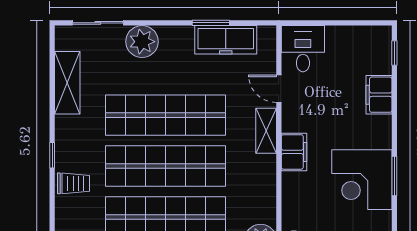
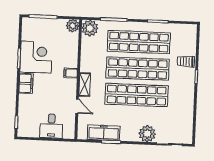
desk: (303, 49) -> (51, 126), moved
shelving: (67, 83) -> (187, 114), removed
filing cabinet: (379, 95) -> (26, 83), moved
filing cabinet: (294, 152) -> (71, 73), width x0.50

